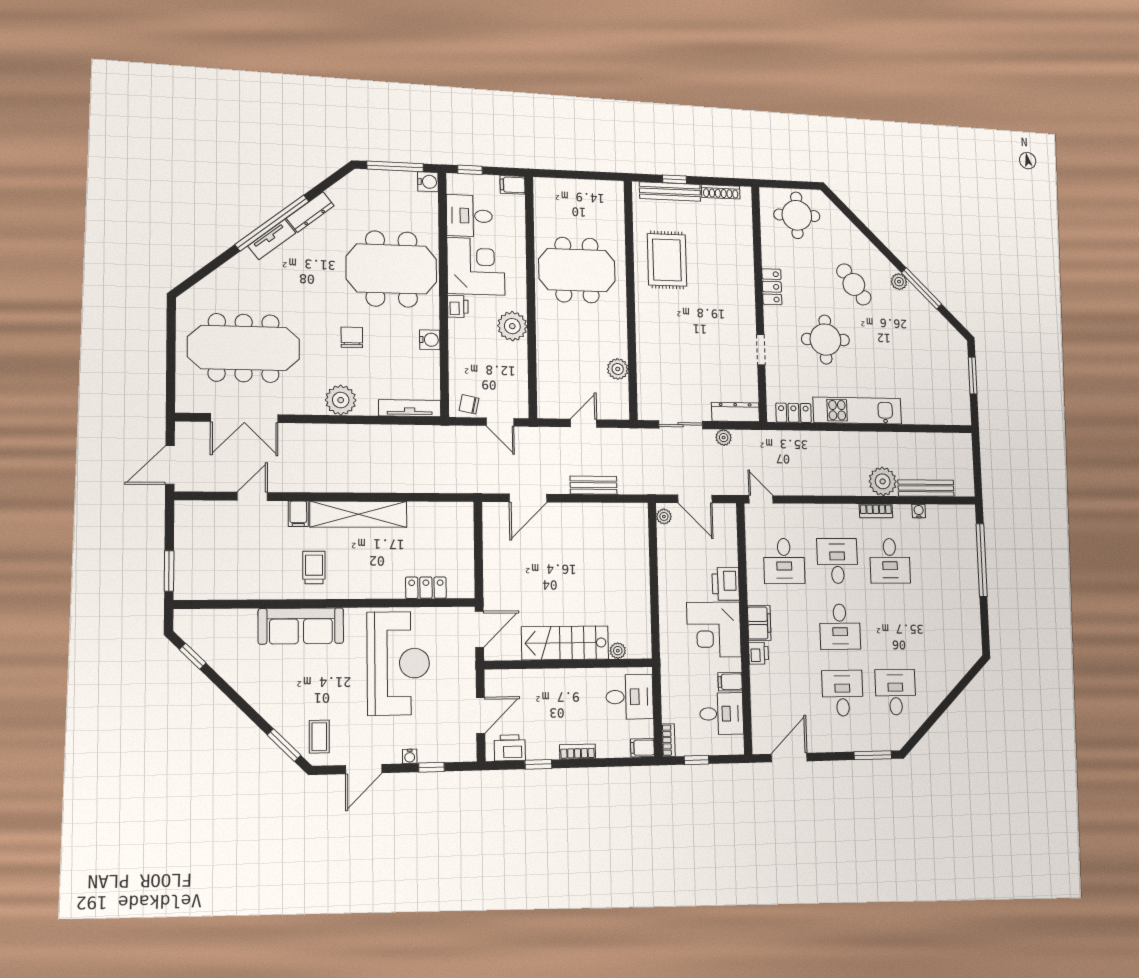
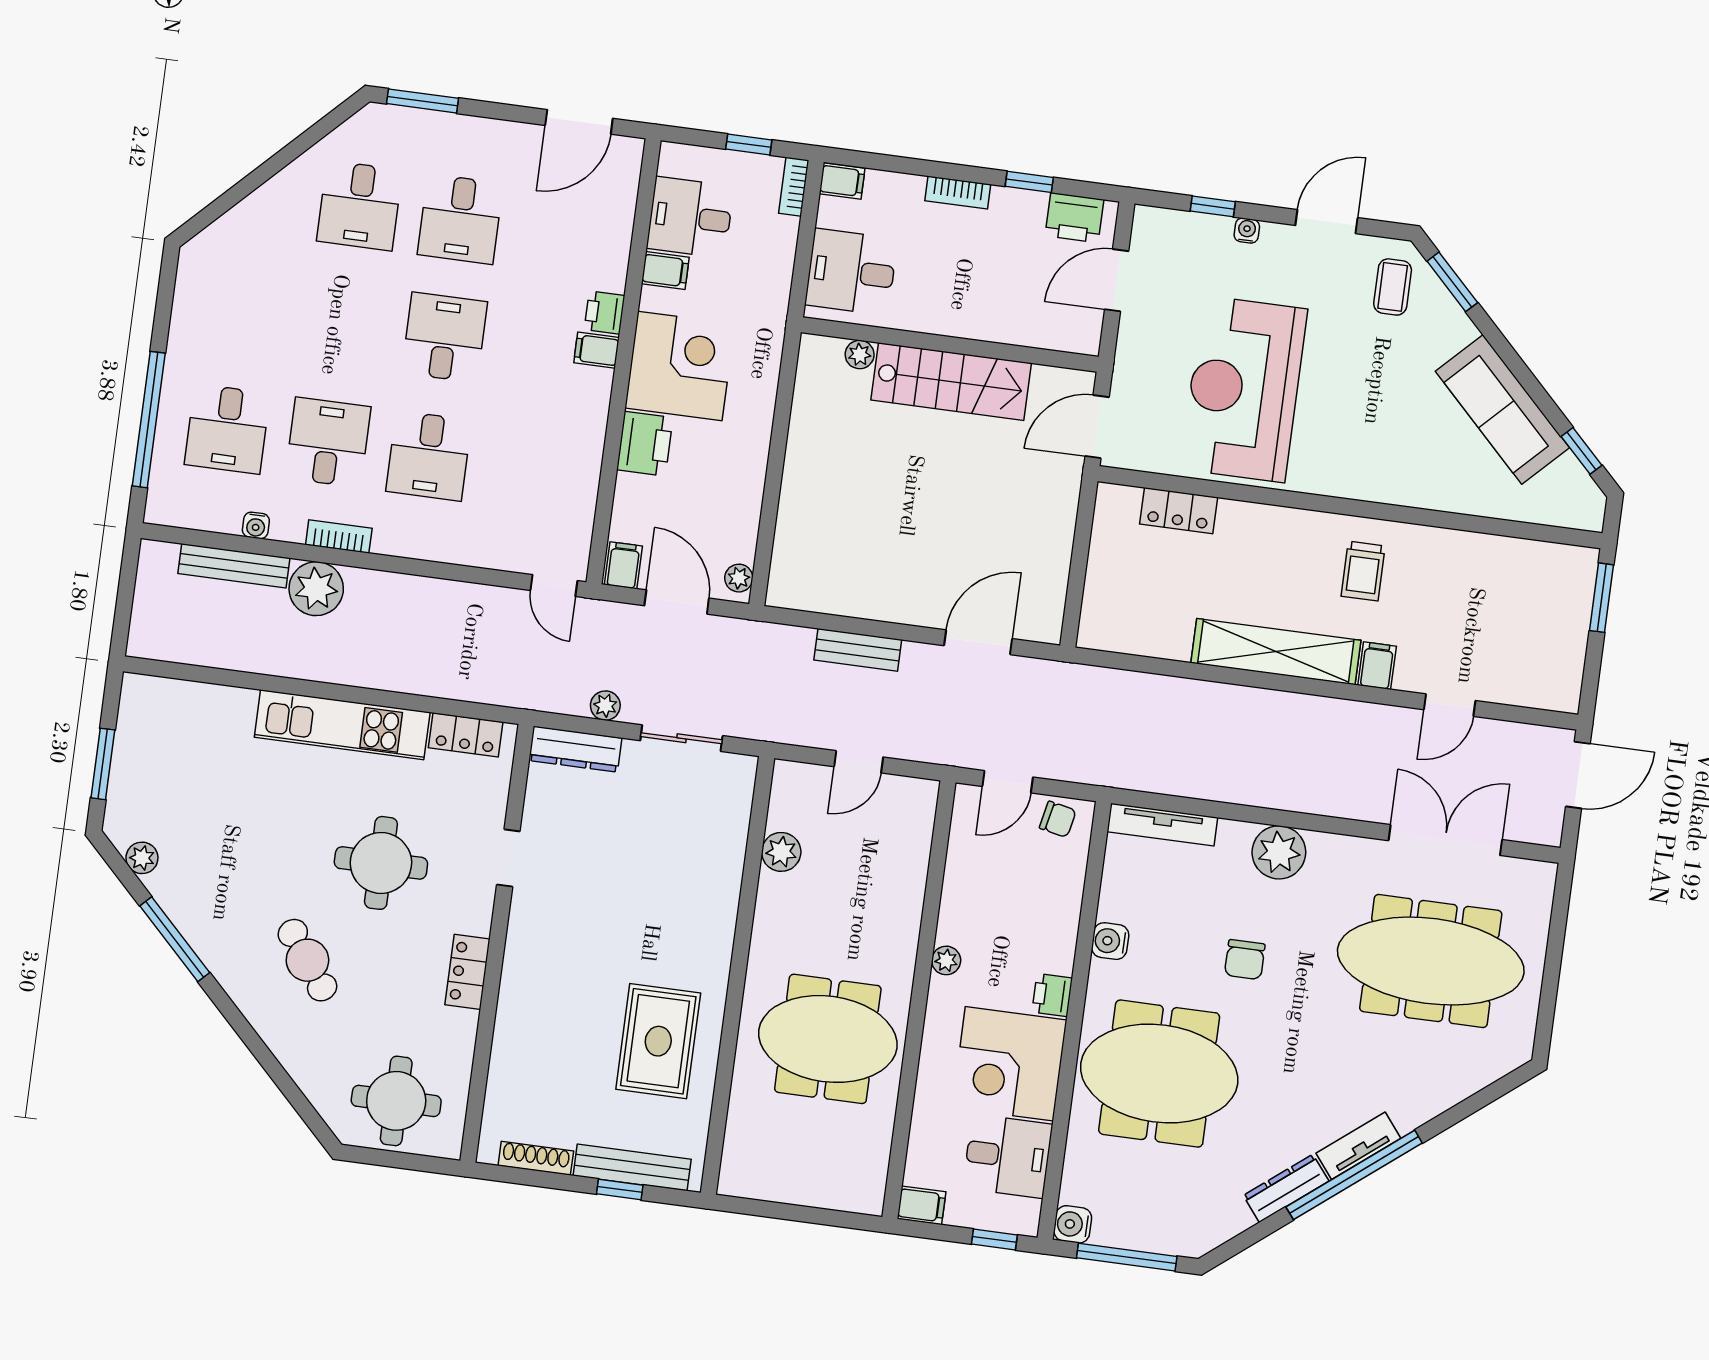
plant: (899, 282) -> (142, 858), moved
plant: (512, 326) -> (946, 960), width x0.53, depth x0.53
door: (500, 422) -> (1008, 782), swing flipped
filing cabinet: (726, 515) -> (623, 565), added
desk: (784, 561) -> (227, 429), moved, turned 180
filing cabinet: (759, 623) -> (597, 350), width x0.50
sofa: (301, 626) -> (1502, 409), moved, turned -135

